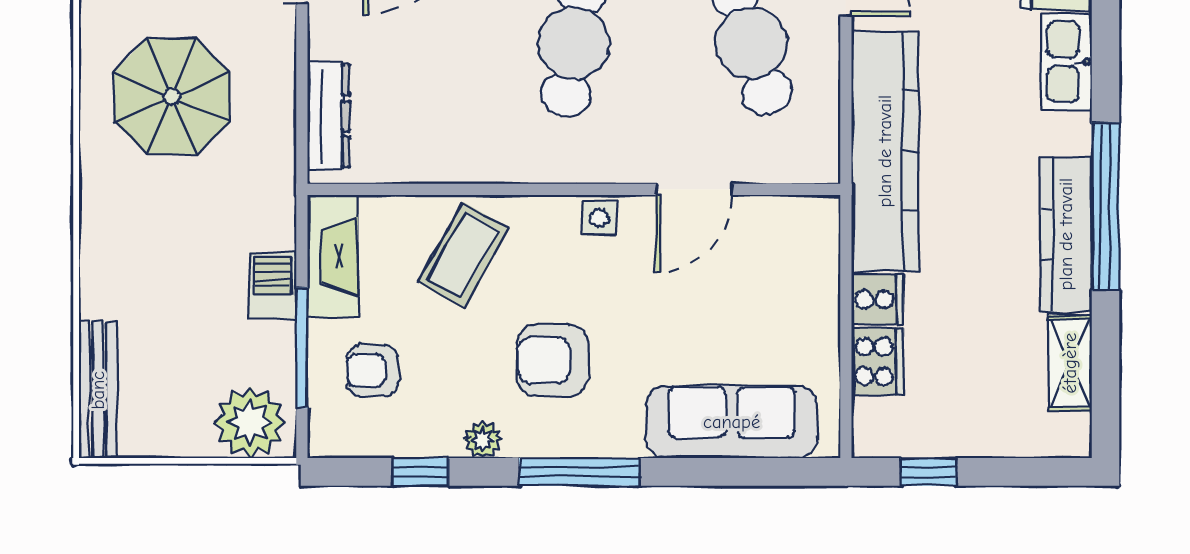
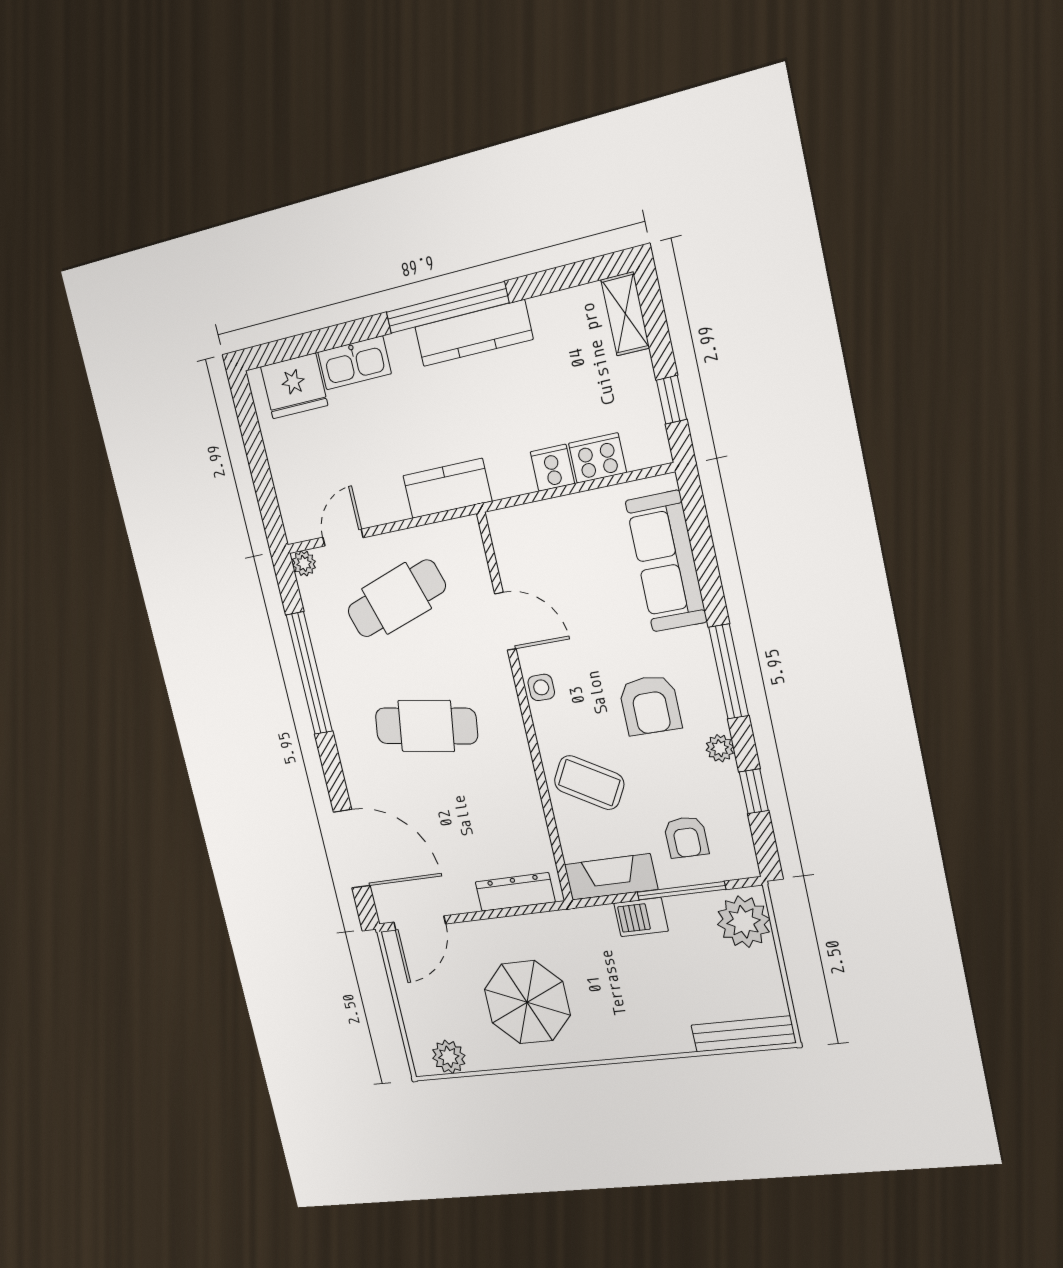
kitchen counter: (885, 151) -> (447, 488), width x0.48, depth x0.86
shelving: (1070, 363) -> (625, 314), moved, turned 90

